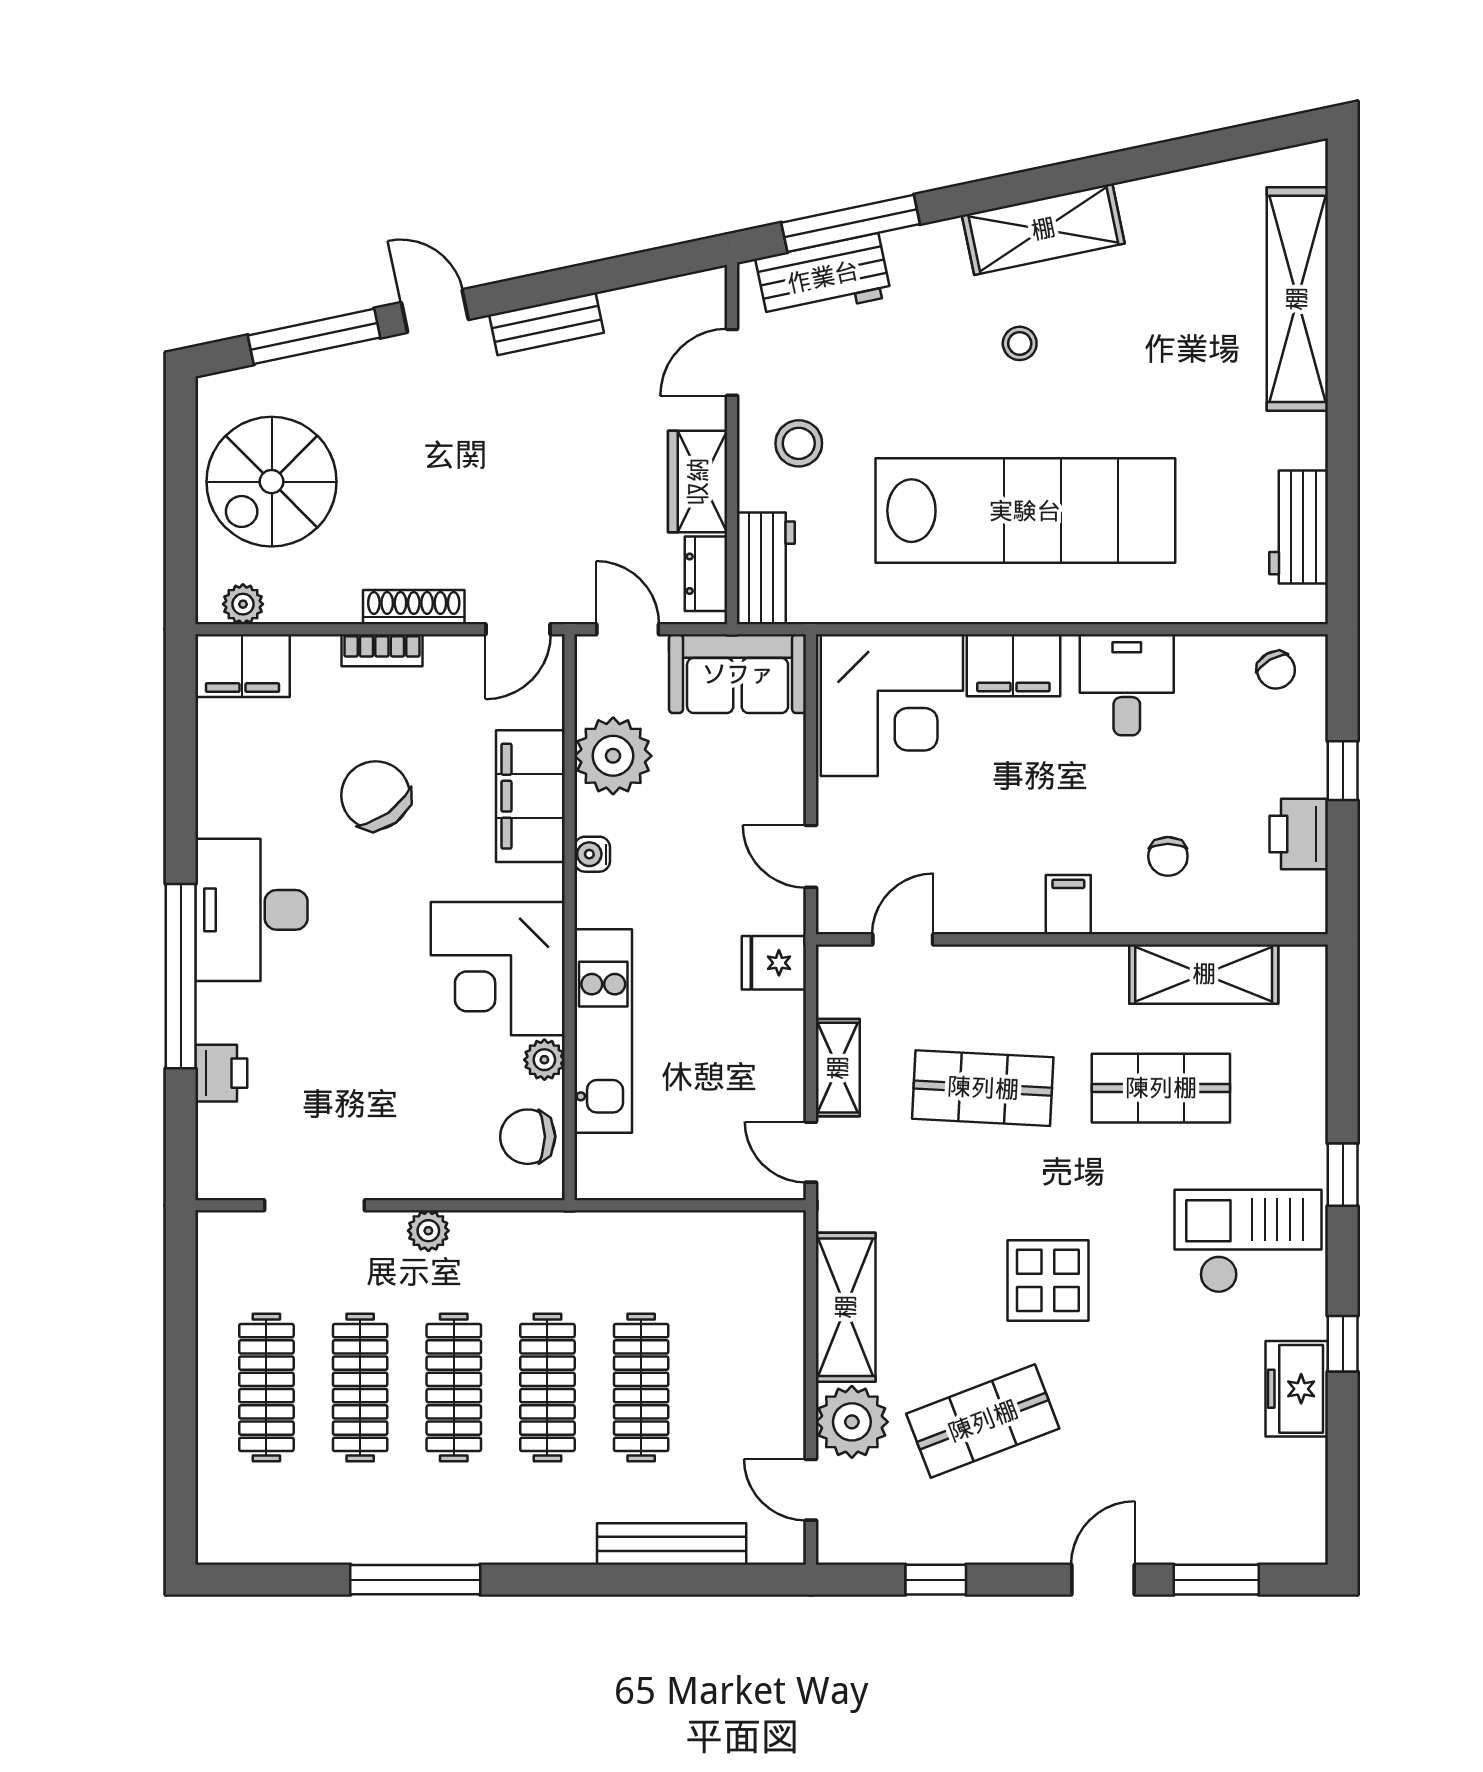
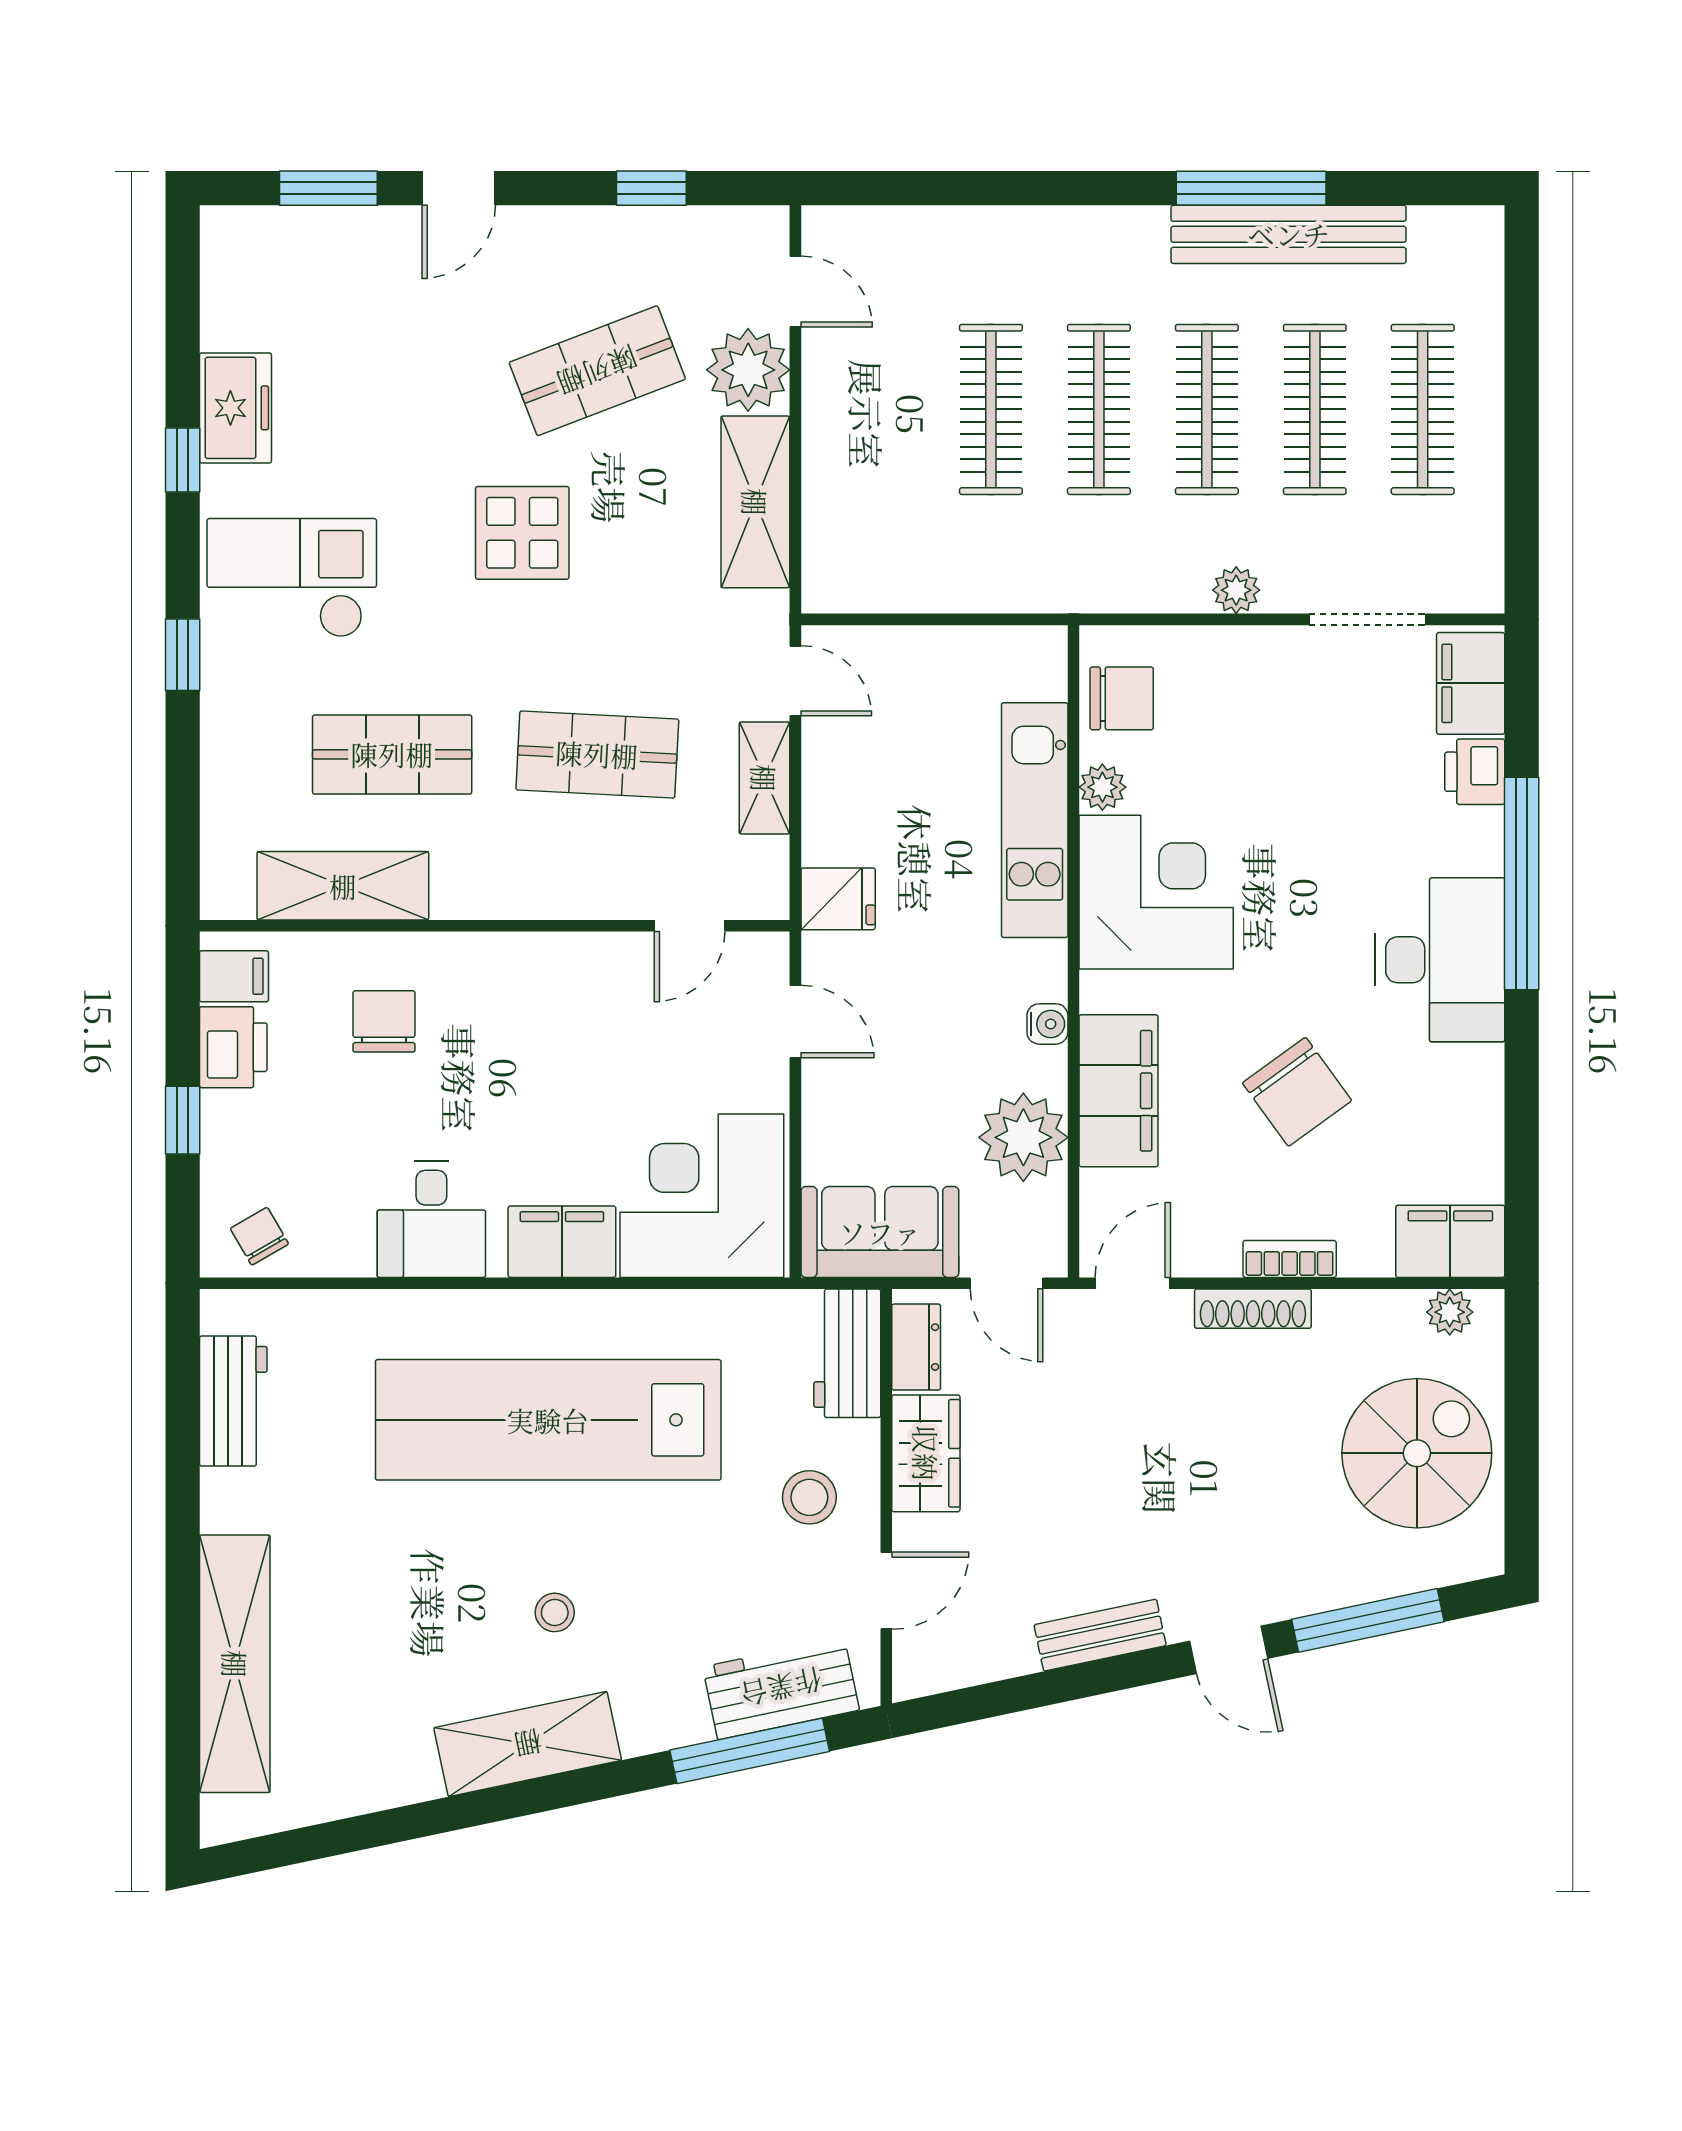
chair: (1168, 856) -> (384, 1021), width x1.37, depth x1.37
filing cabinet: (1068, 905) -> (234, 976), moved, turned -90
filing cabinet: (225, 1150) -> (1471, 683), added
checkout: (1248, 1241) -> (292, 578), turned 180
bench: (672, 1544) -> (1289, 234), moved, width x1.37, depth x1.21

